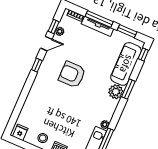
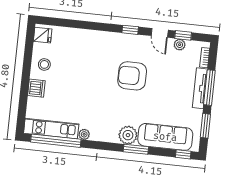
armchair: (72, 75) -> (132, 76), turned -90

